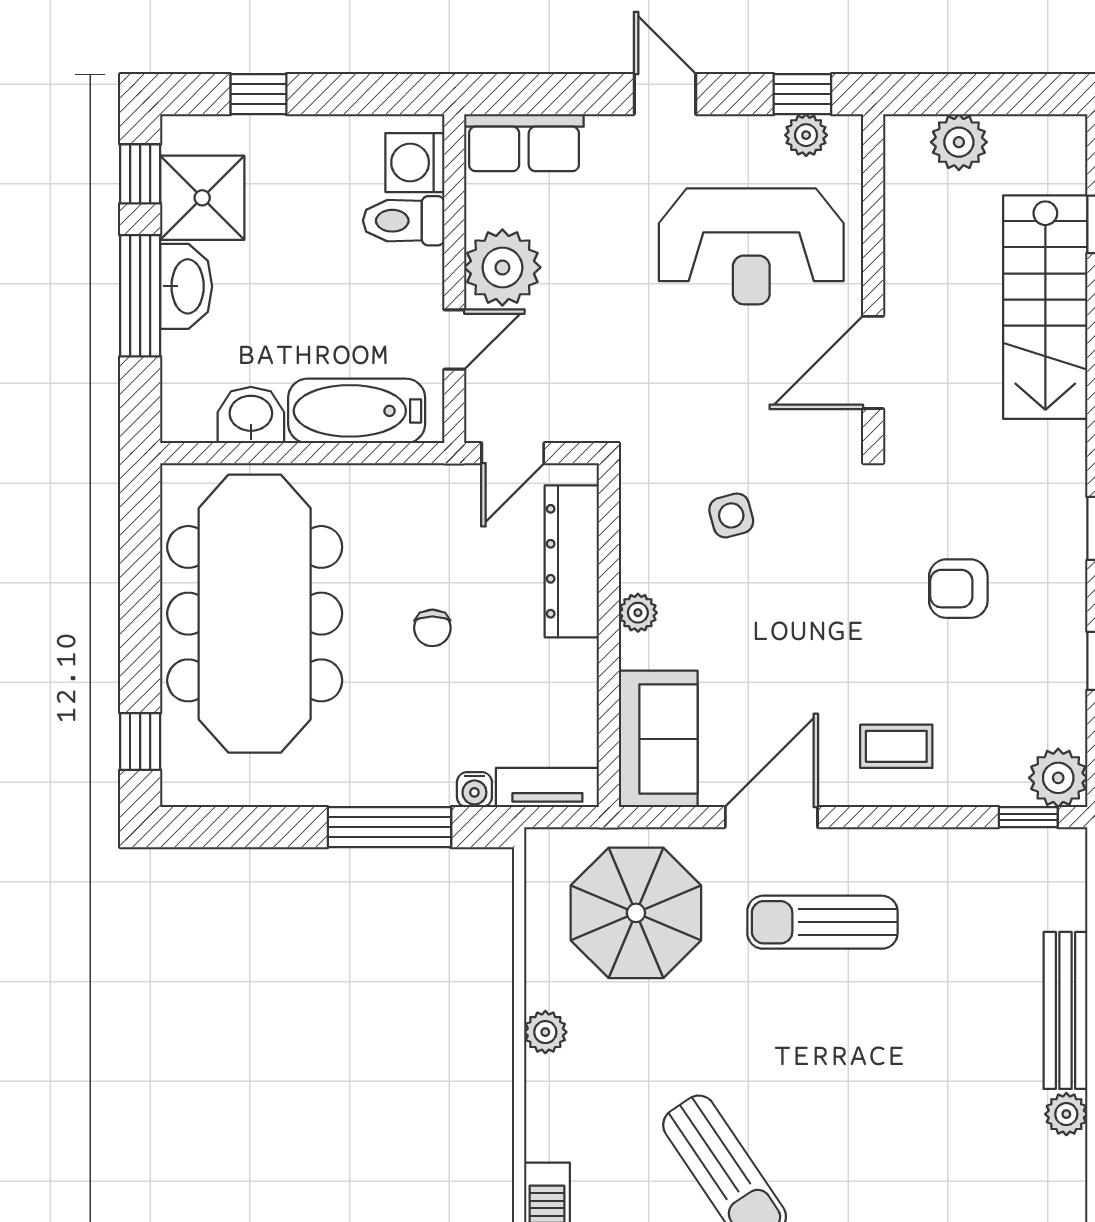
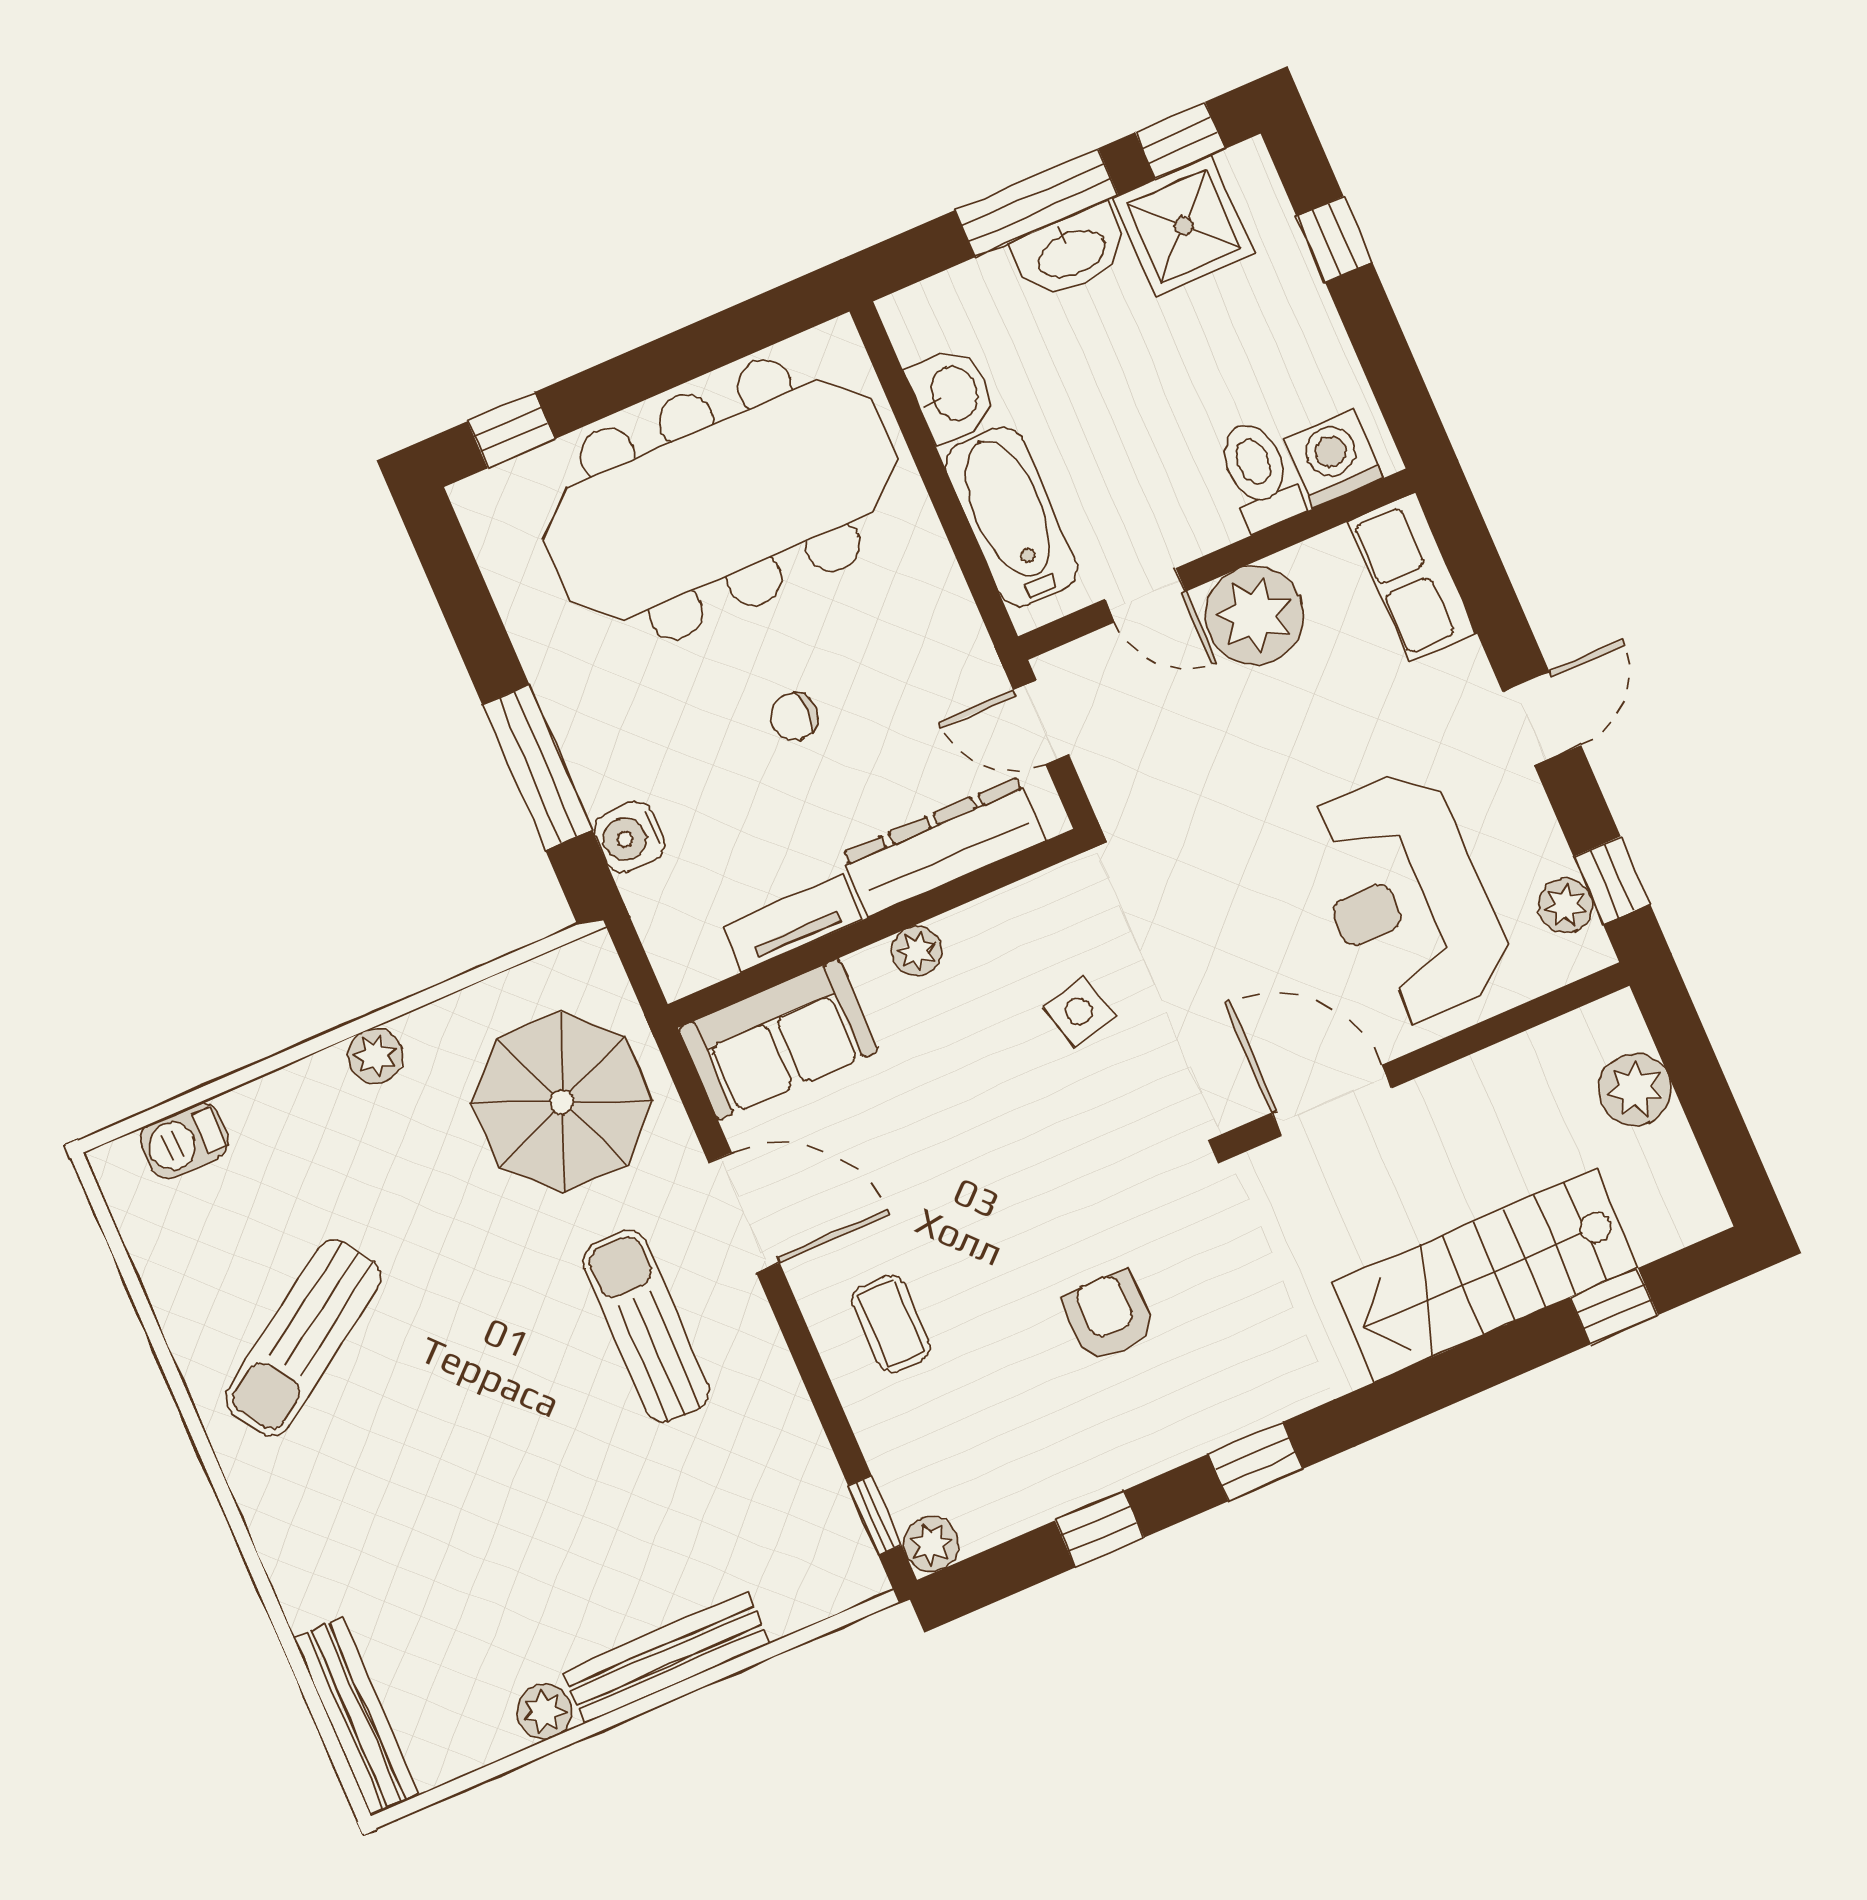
plant: (1058, 778) -> (931, 1544), width x0.73, depth x0.73
tv unit: (547, 788) -> (793, 923), moved, turned -90
water cooler: (474, 790) -> (629, 837), width x1.38, depth x1.38

